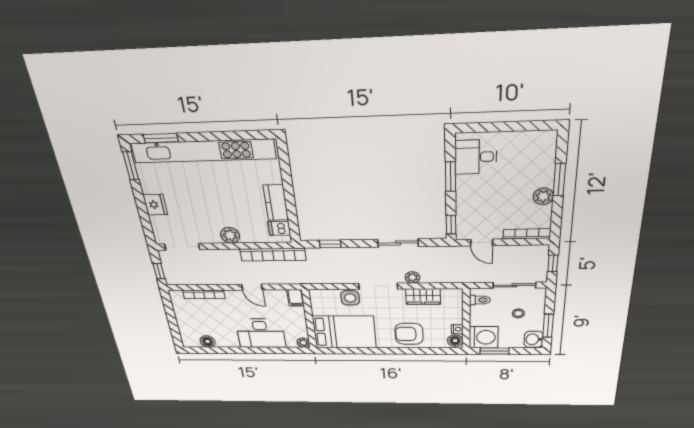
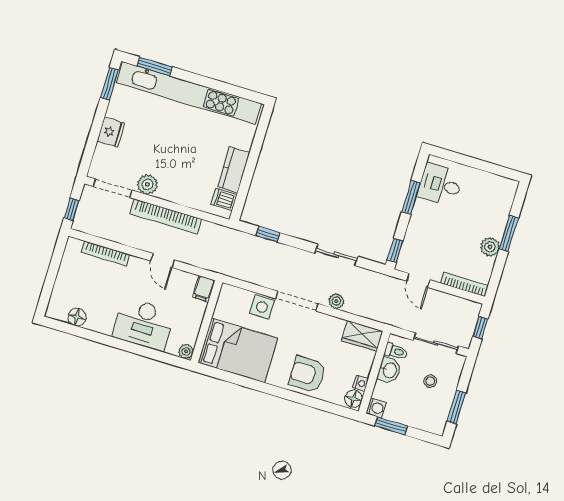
plant: (230, 235) -> (147, 184), moved
bookcase: (273, 255) -> (166, 216), moved
wardrobe: (423, 297) -> (362, 336), moved
washing machine: (484, 337) -> (376, 408), width x0.53, depth x0.53
washbasin: (534, 339) -> (389, 370), moved, turned 180

